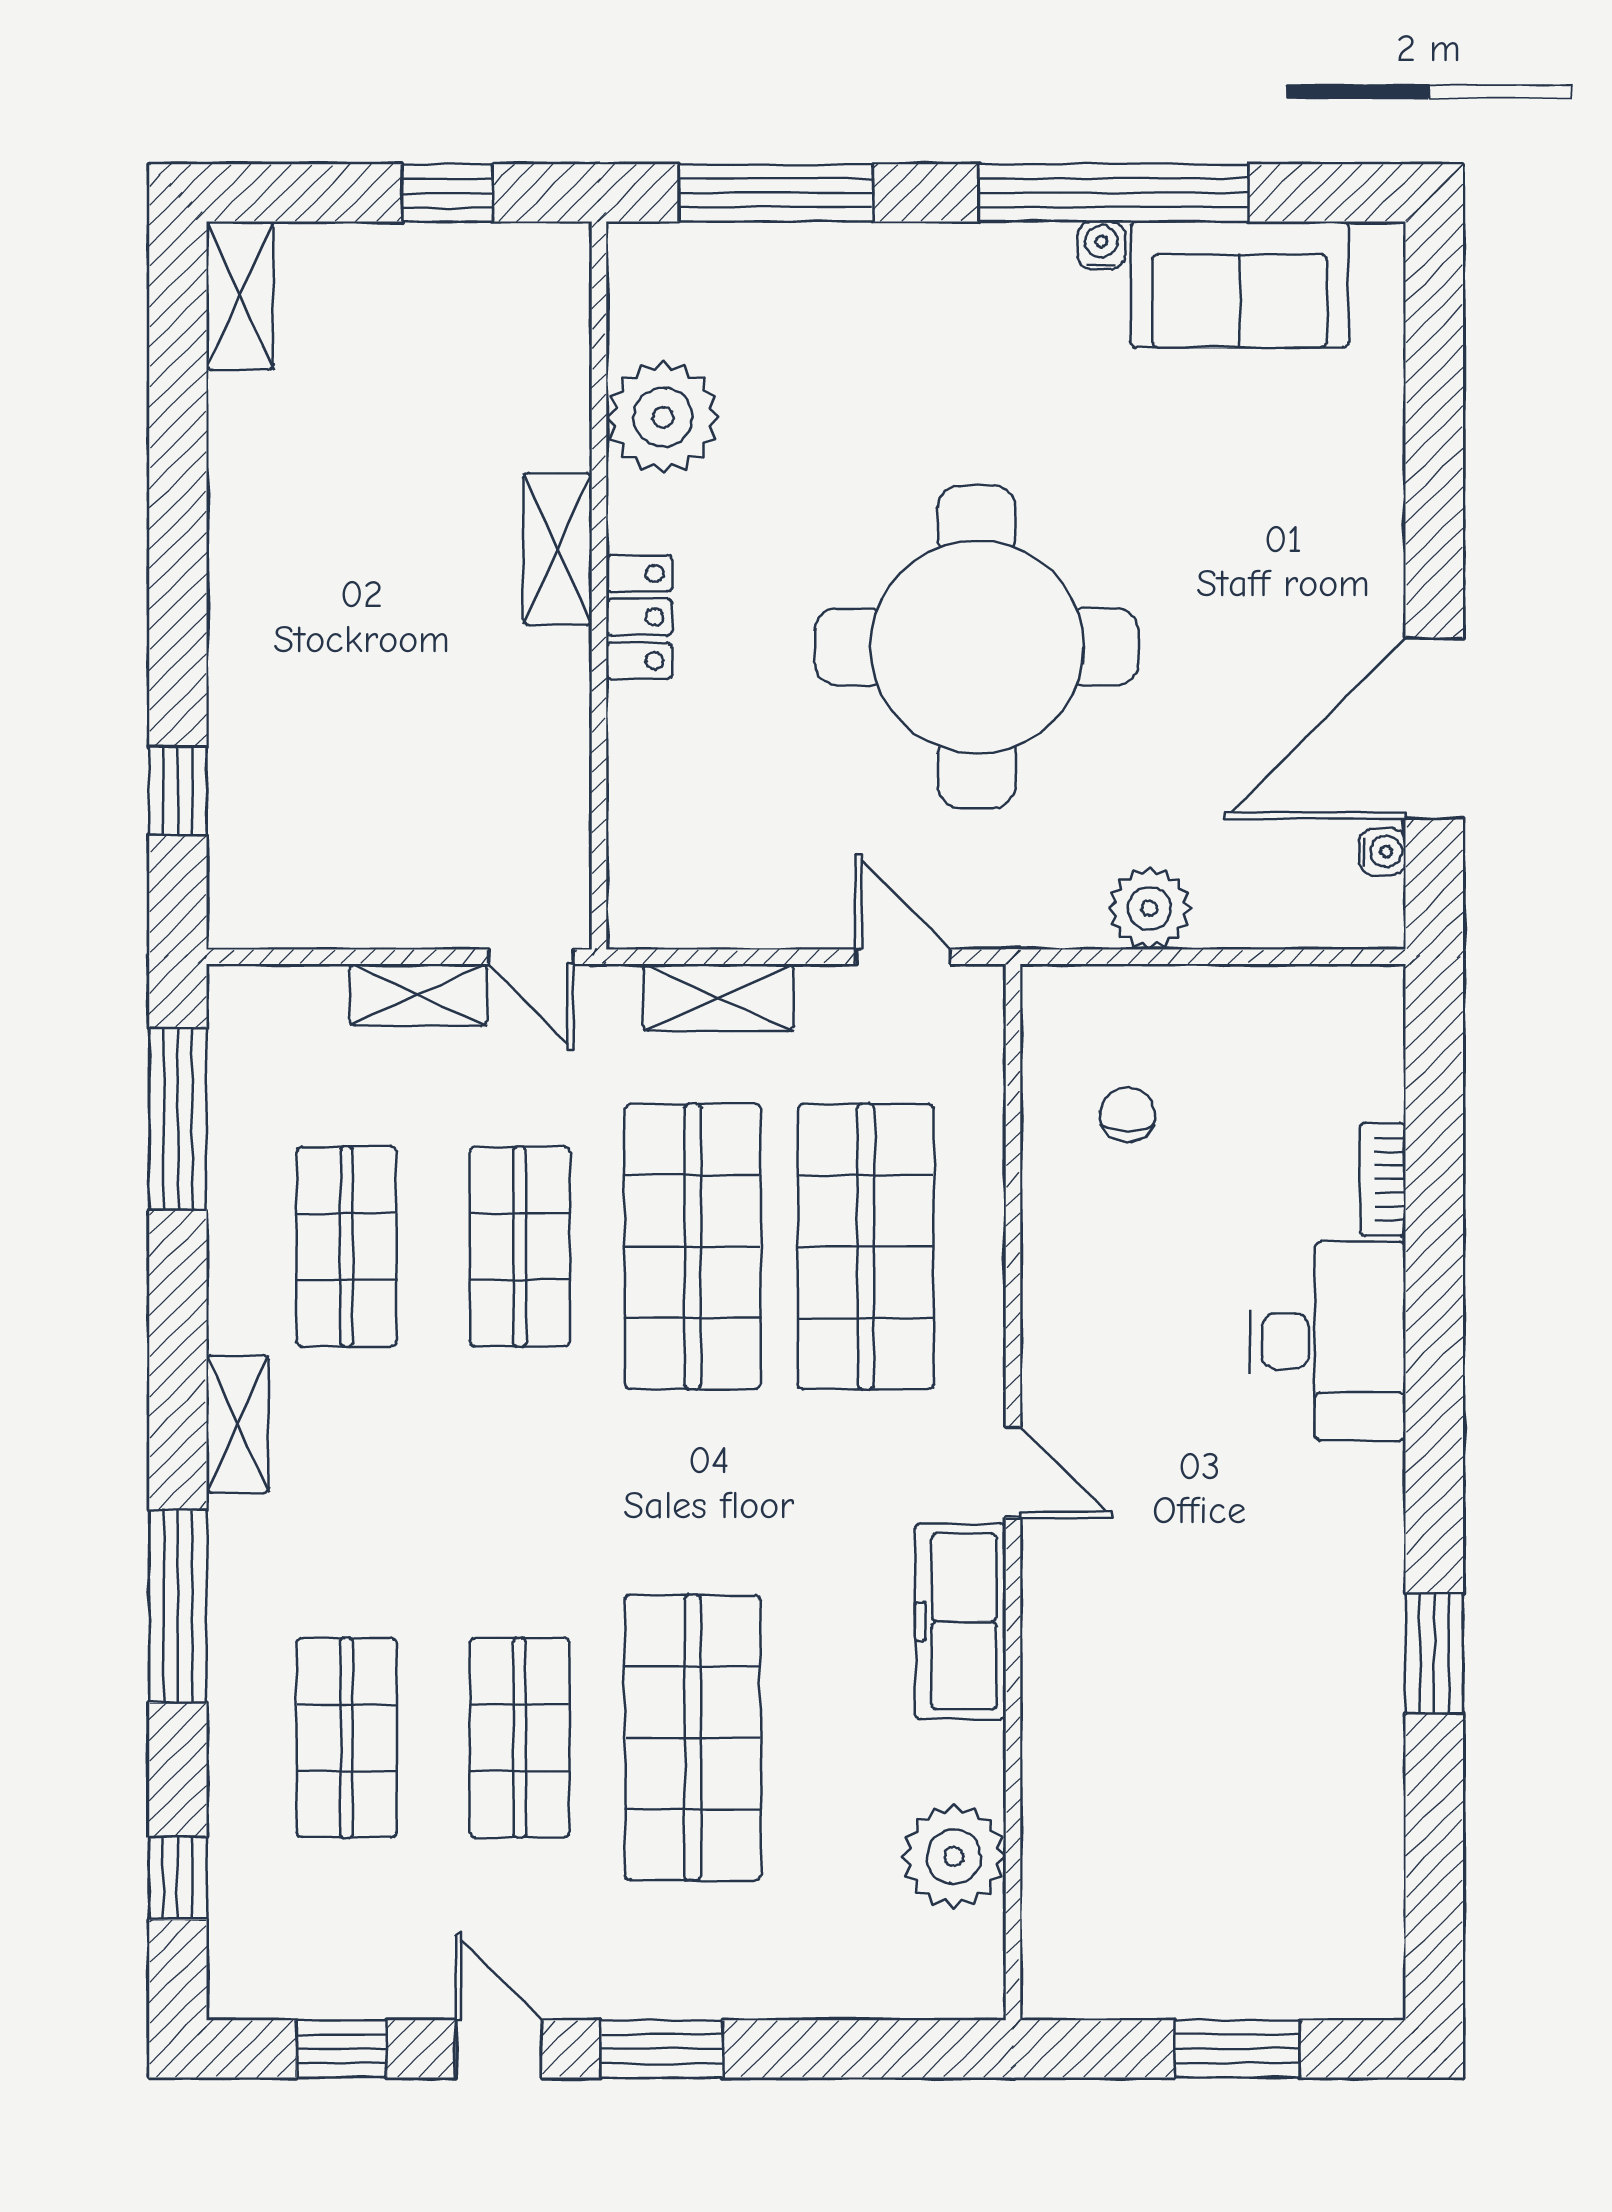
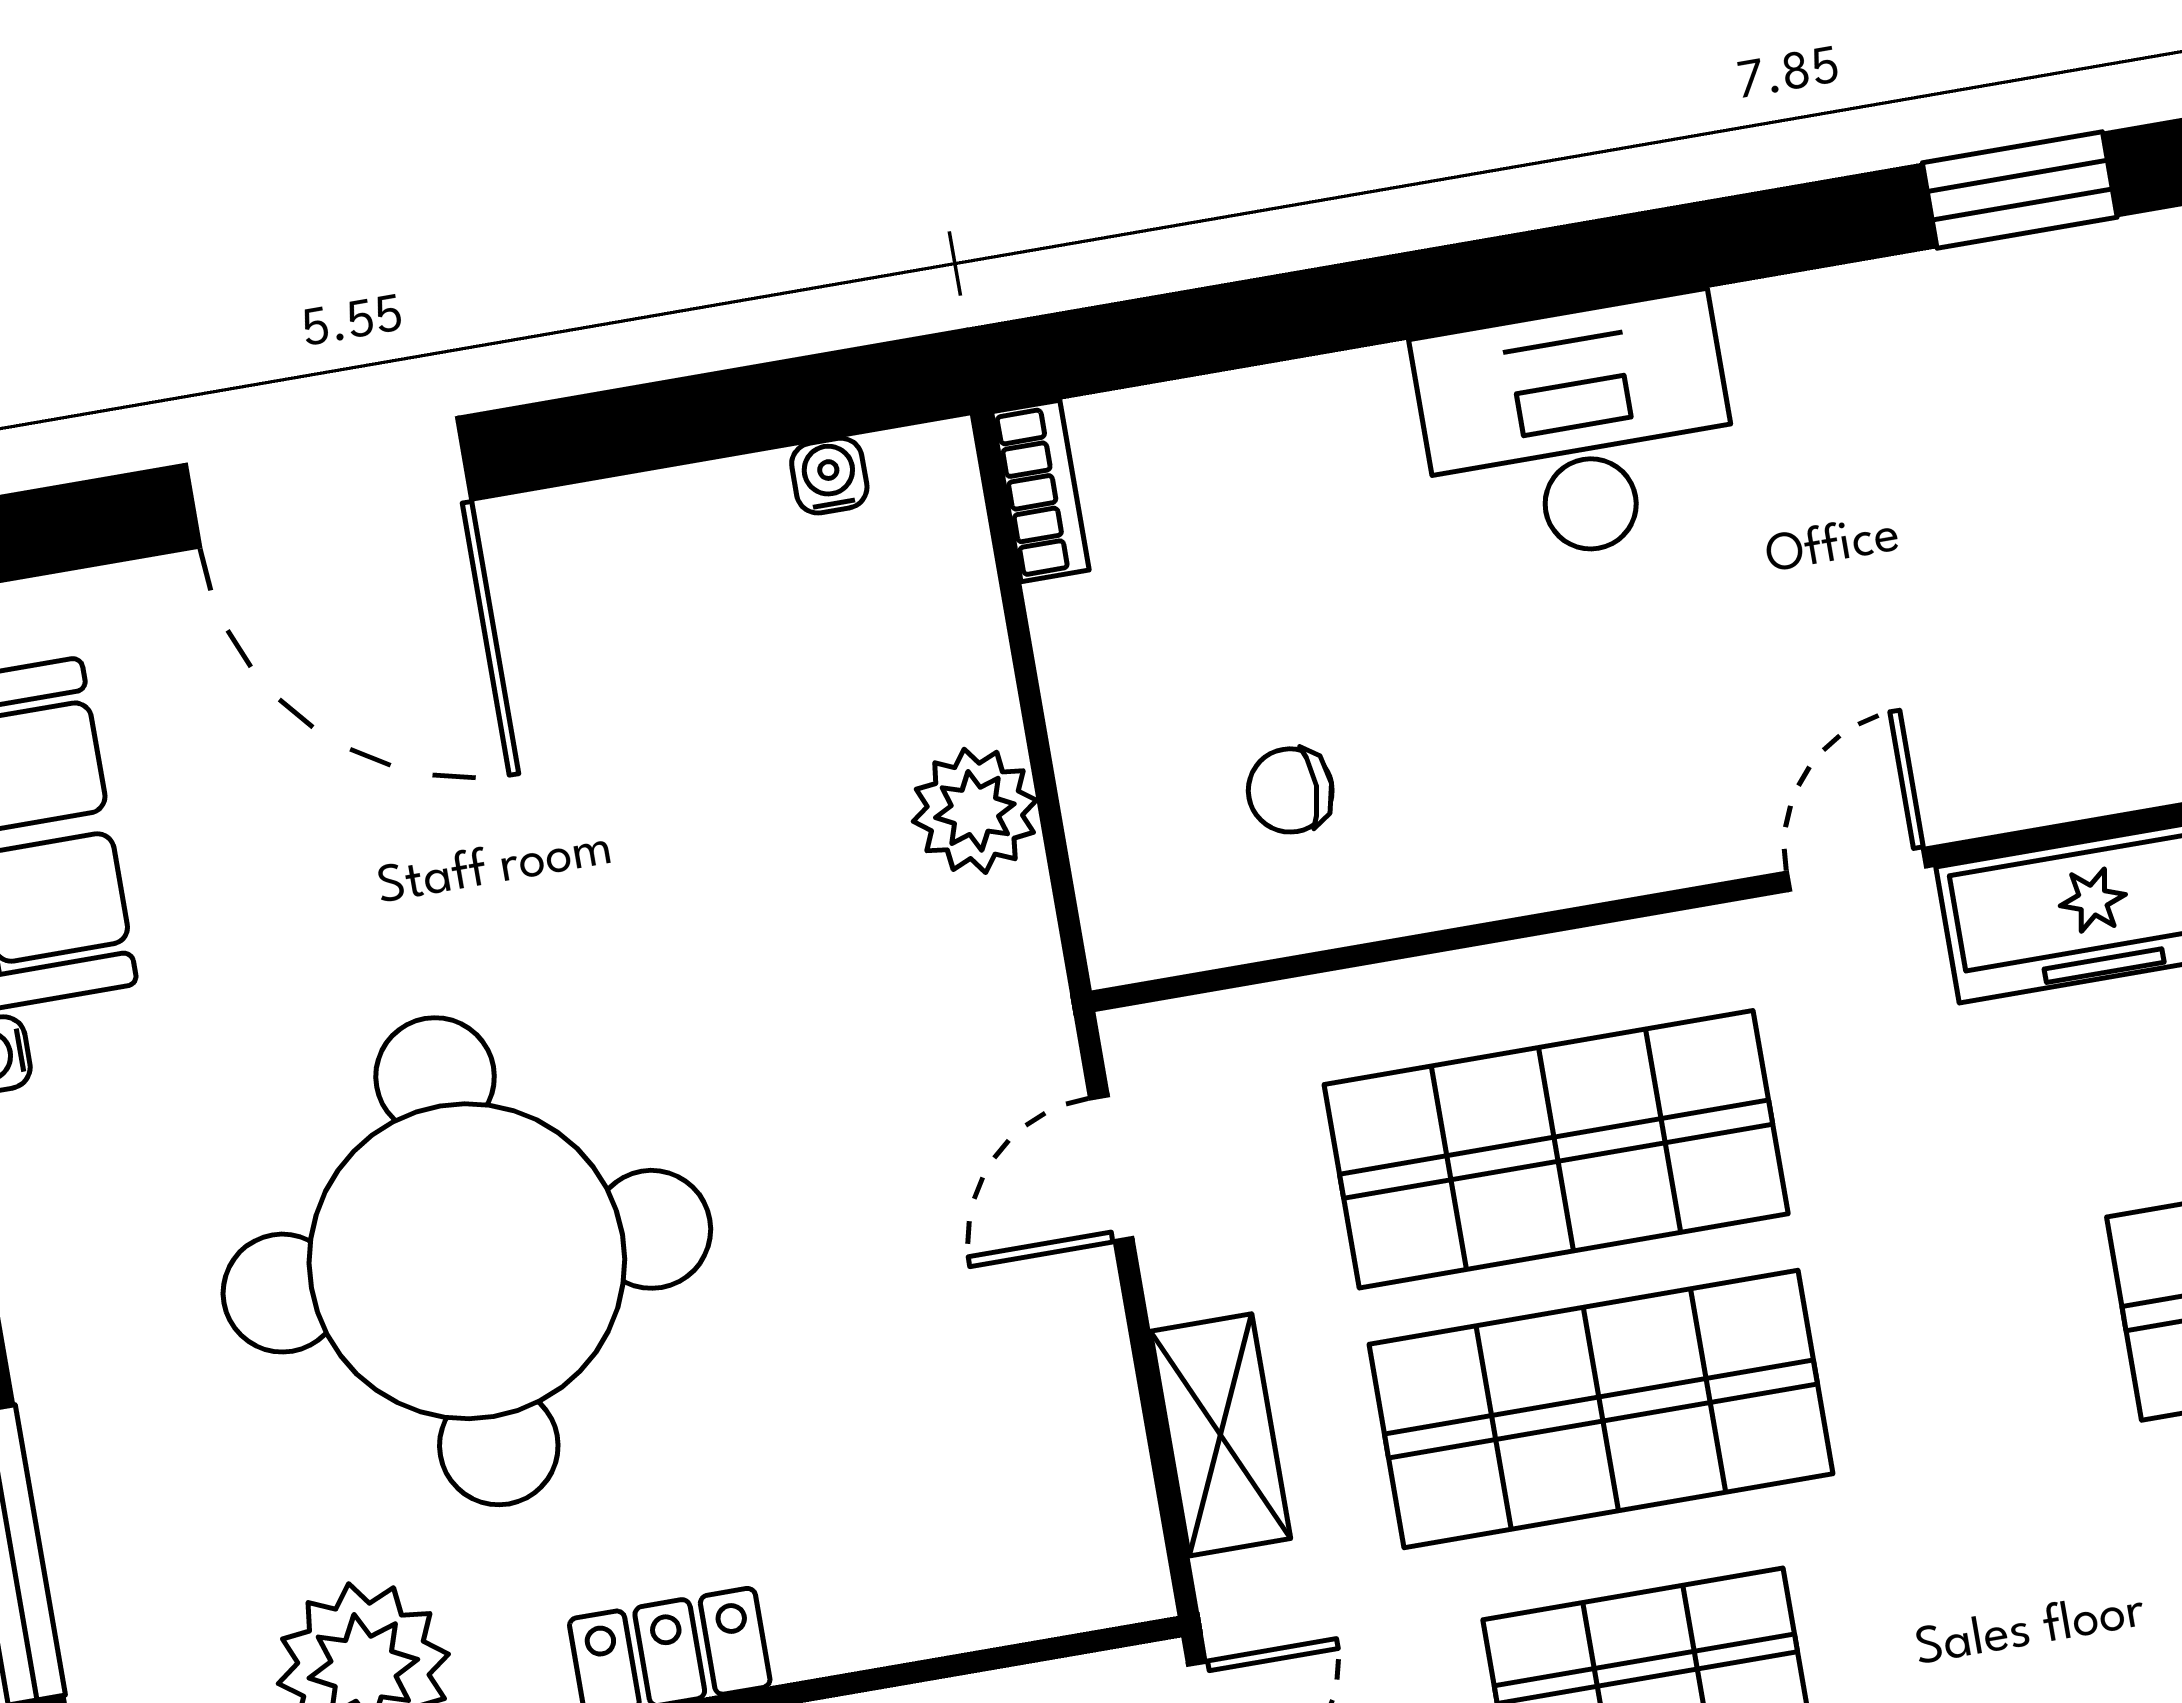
round table: (977, 647) -> (467, 1261), moved
door: (1434, 728) -> (328, 482), moved
bookcase: (1383, 1179) -> (1040, 491), moved, turned -90

